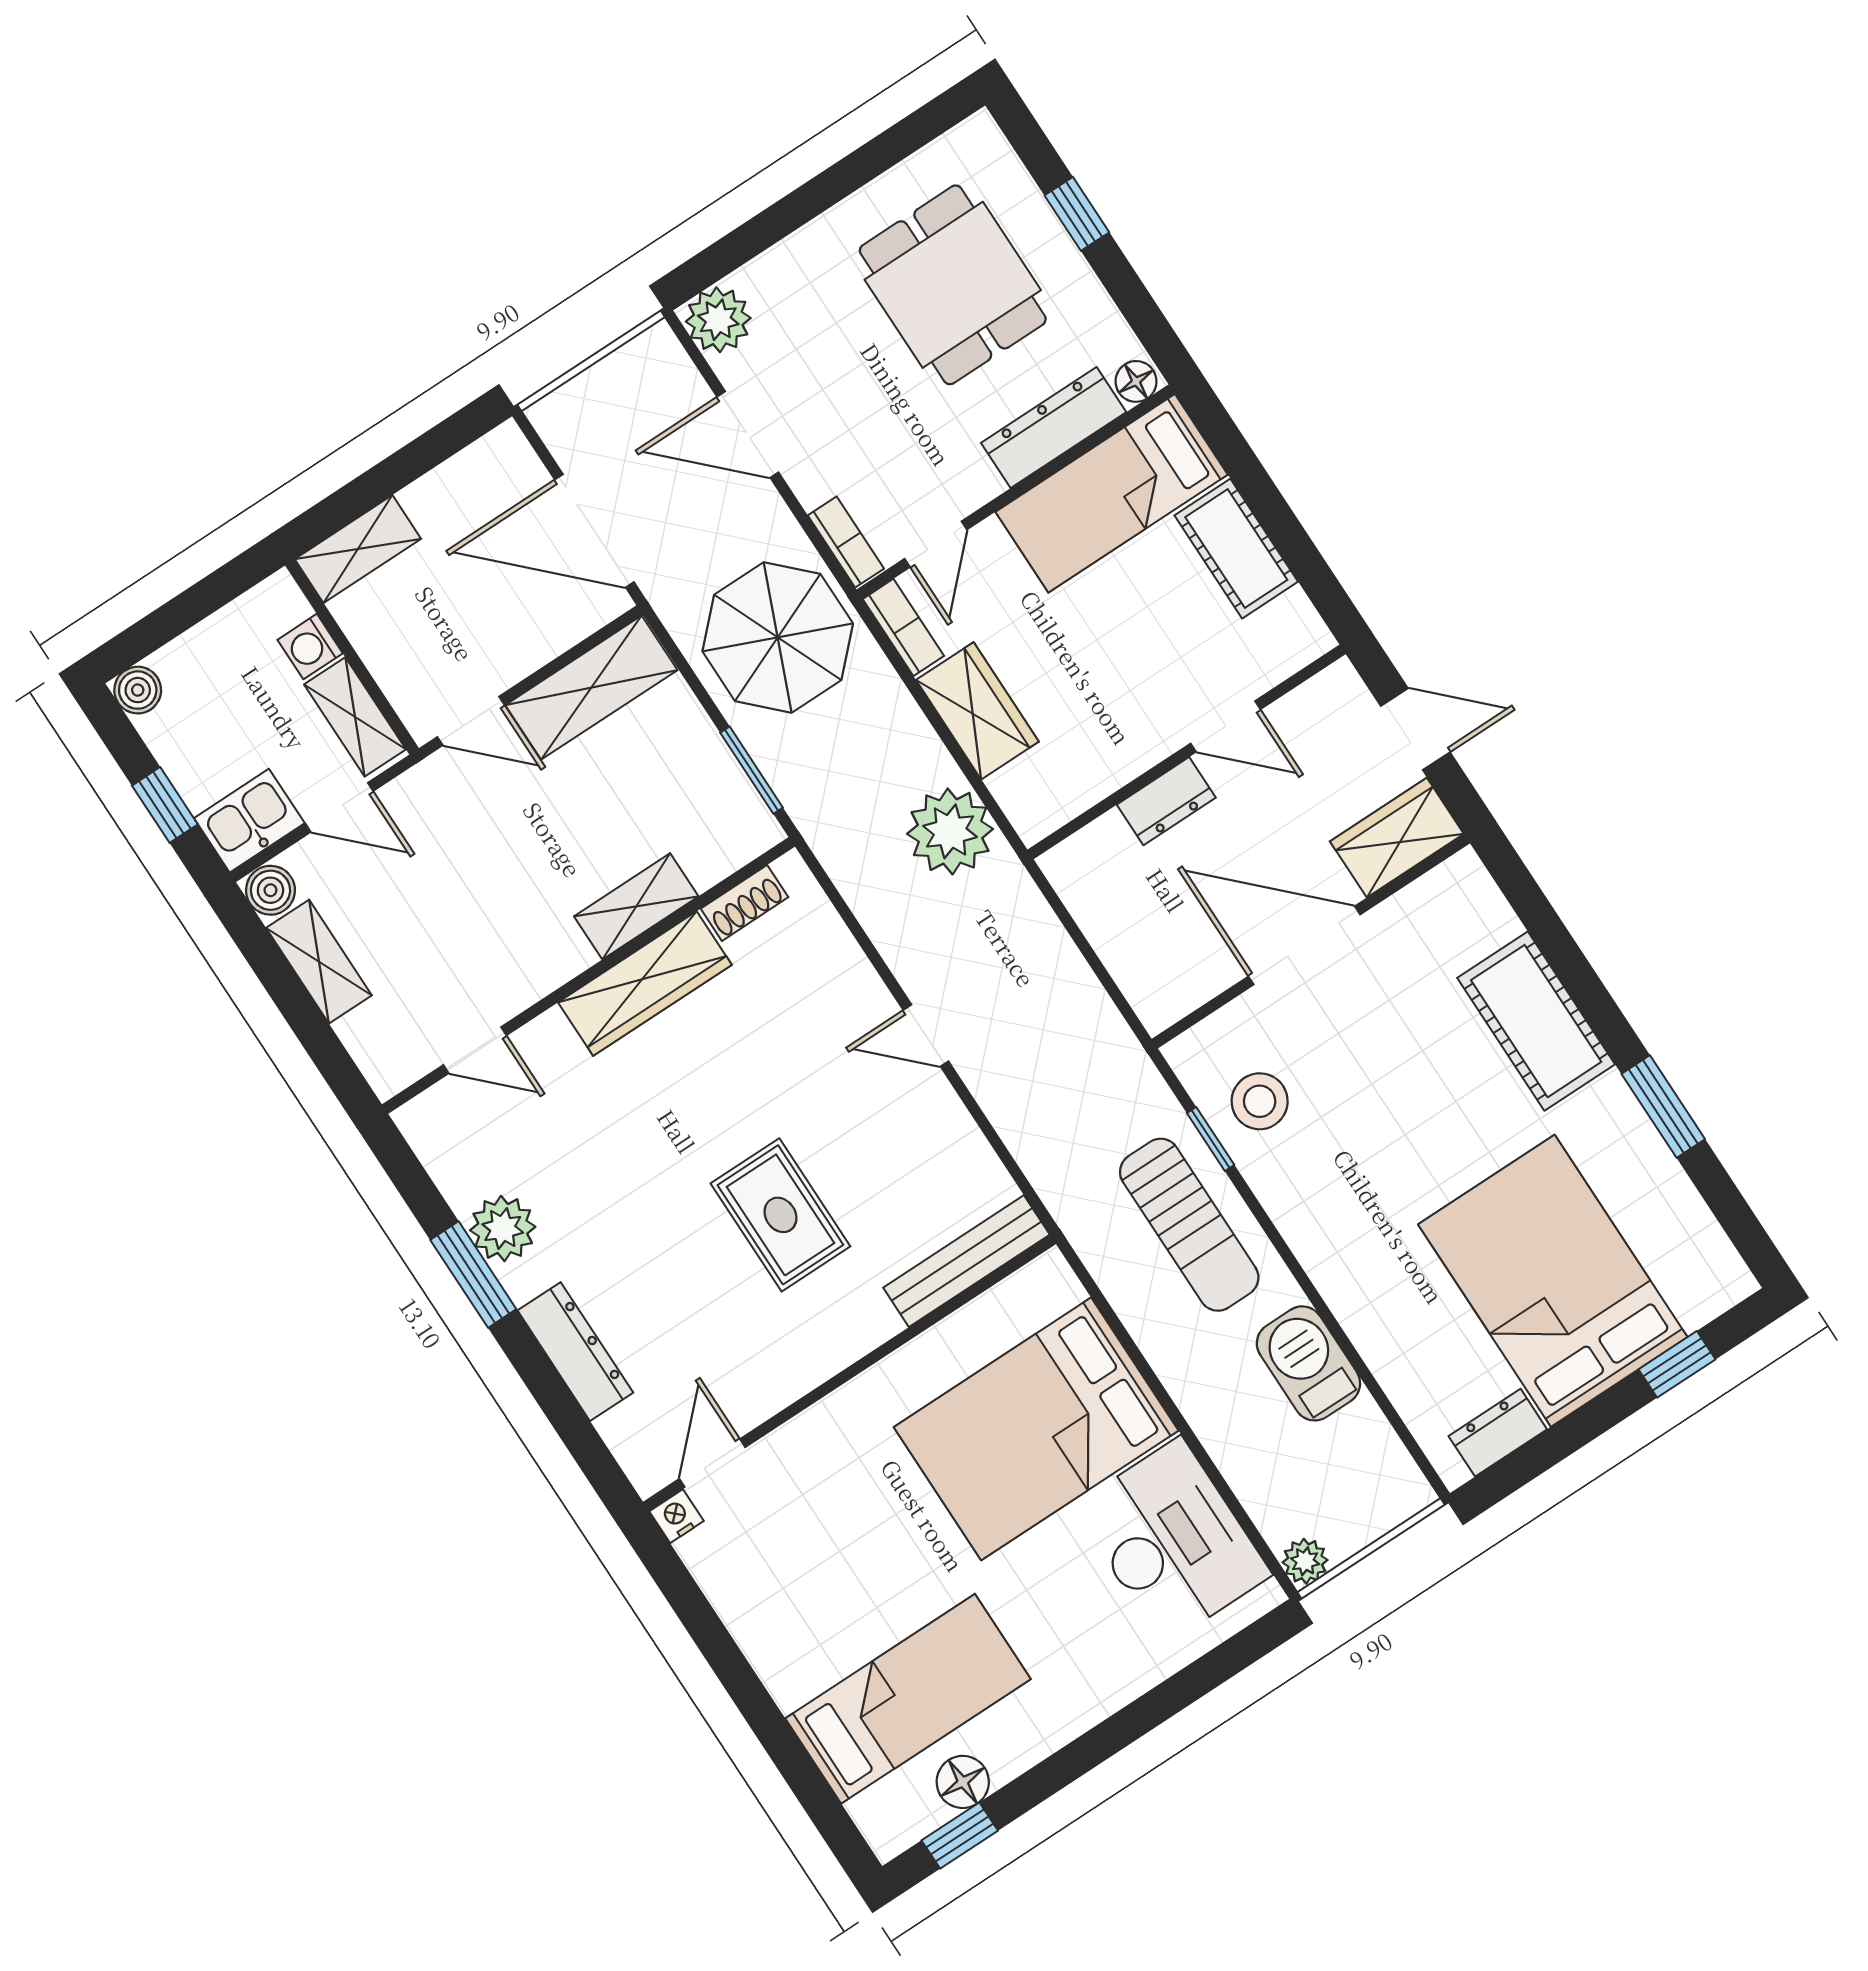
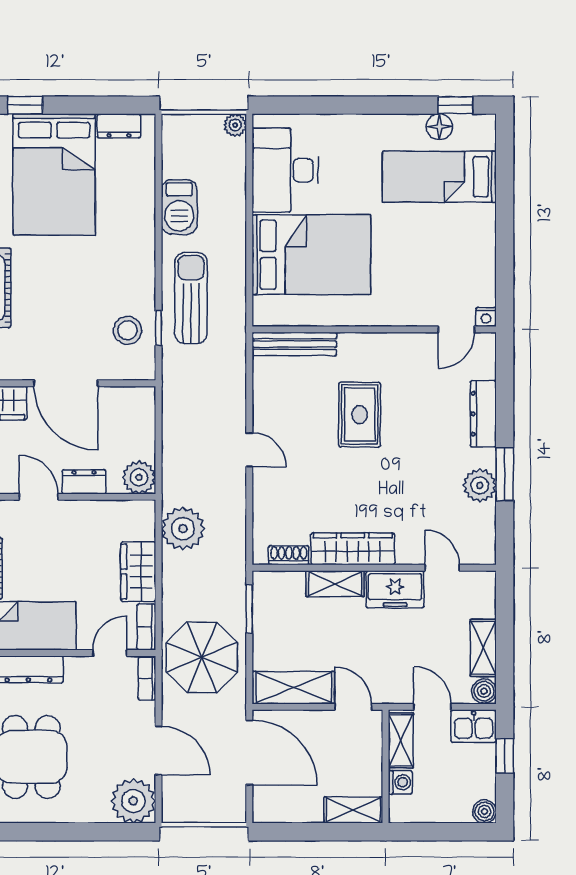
plant: (718, 320) -> (133, 801), width x1.36, depth x1.36
plant: (1079, 869) -> (139, 477), added
freezer: (530, 962) -> (395, 589), added

